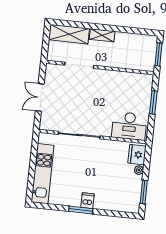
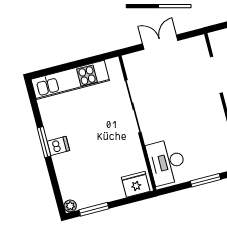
plant: (139, 170) -> (70, 206), moved

